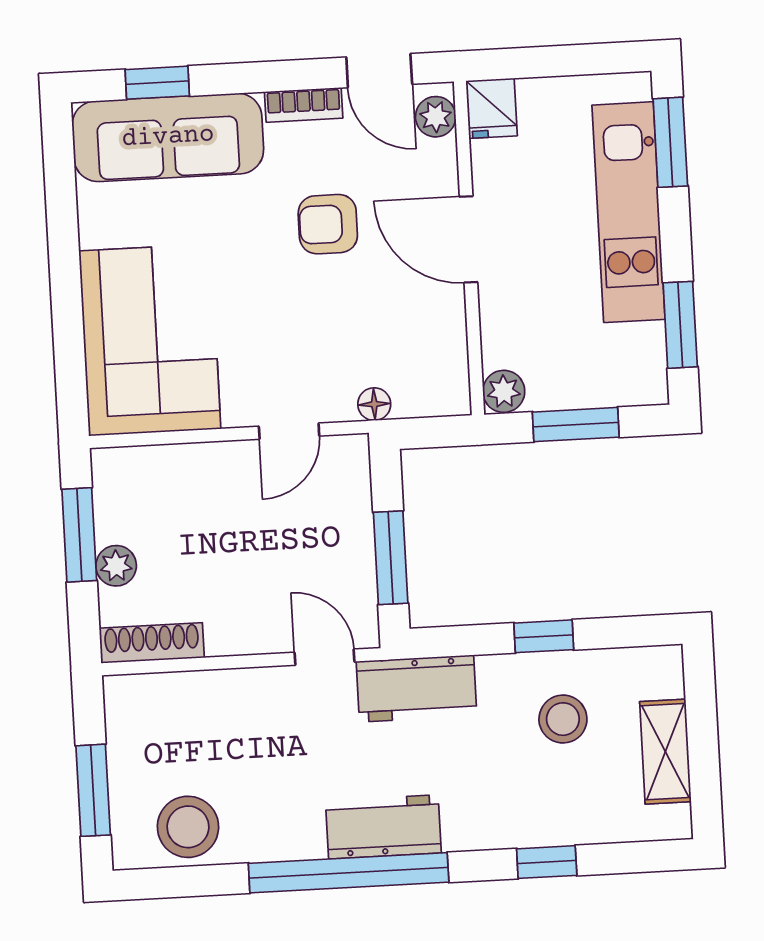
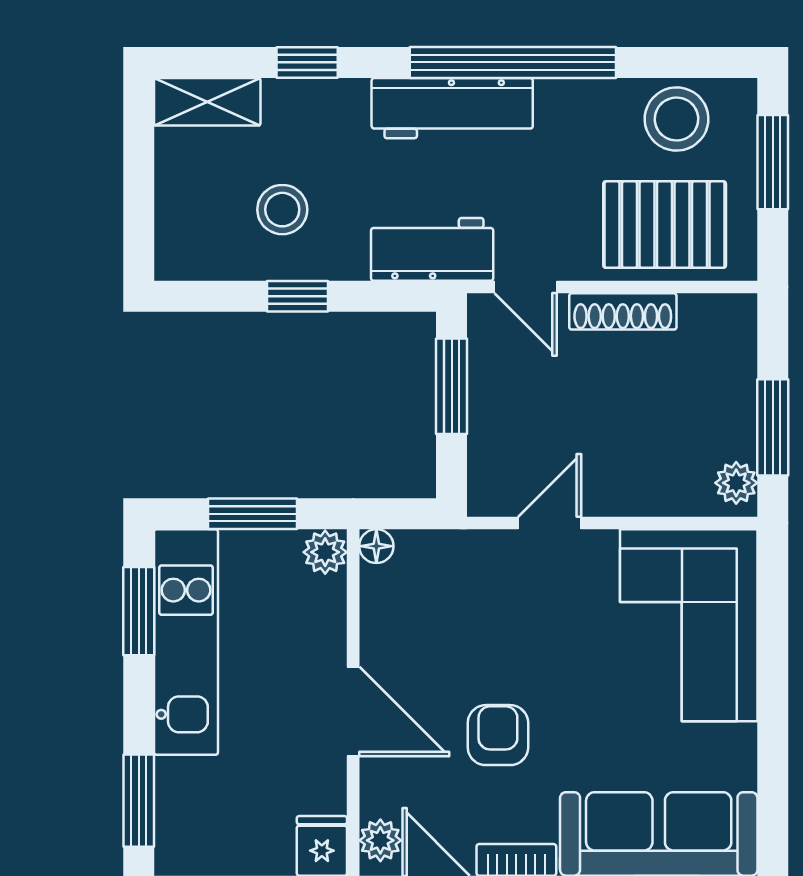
kitchen unit: (628, 212) -> (186, 642), moved
armchair: (328, 224) -> (498, 735), turned -90
floor lamp: (374, 404) -> (376, 546), moved
plant: (116, 566) -> (736, 483), moved
shoe rack: (152, 643) -> (623, 311), moved
pallet: (194, 725) -> (665, 225), added
shelving: (665, 752) -> (207, 102), moved, turned 90
workbench: (383, 827) -> (452, 108), width x1.38

